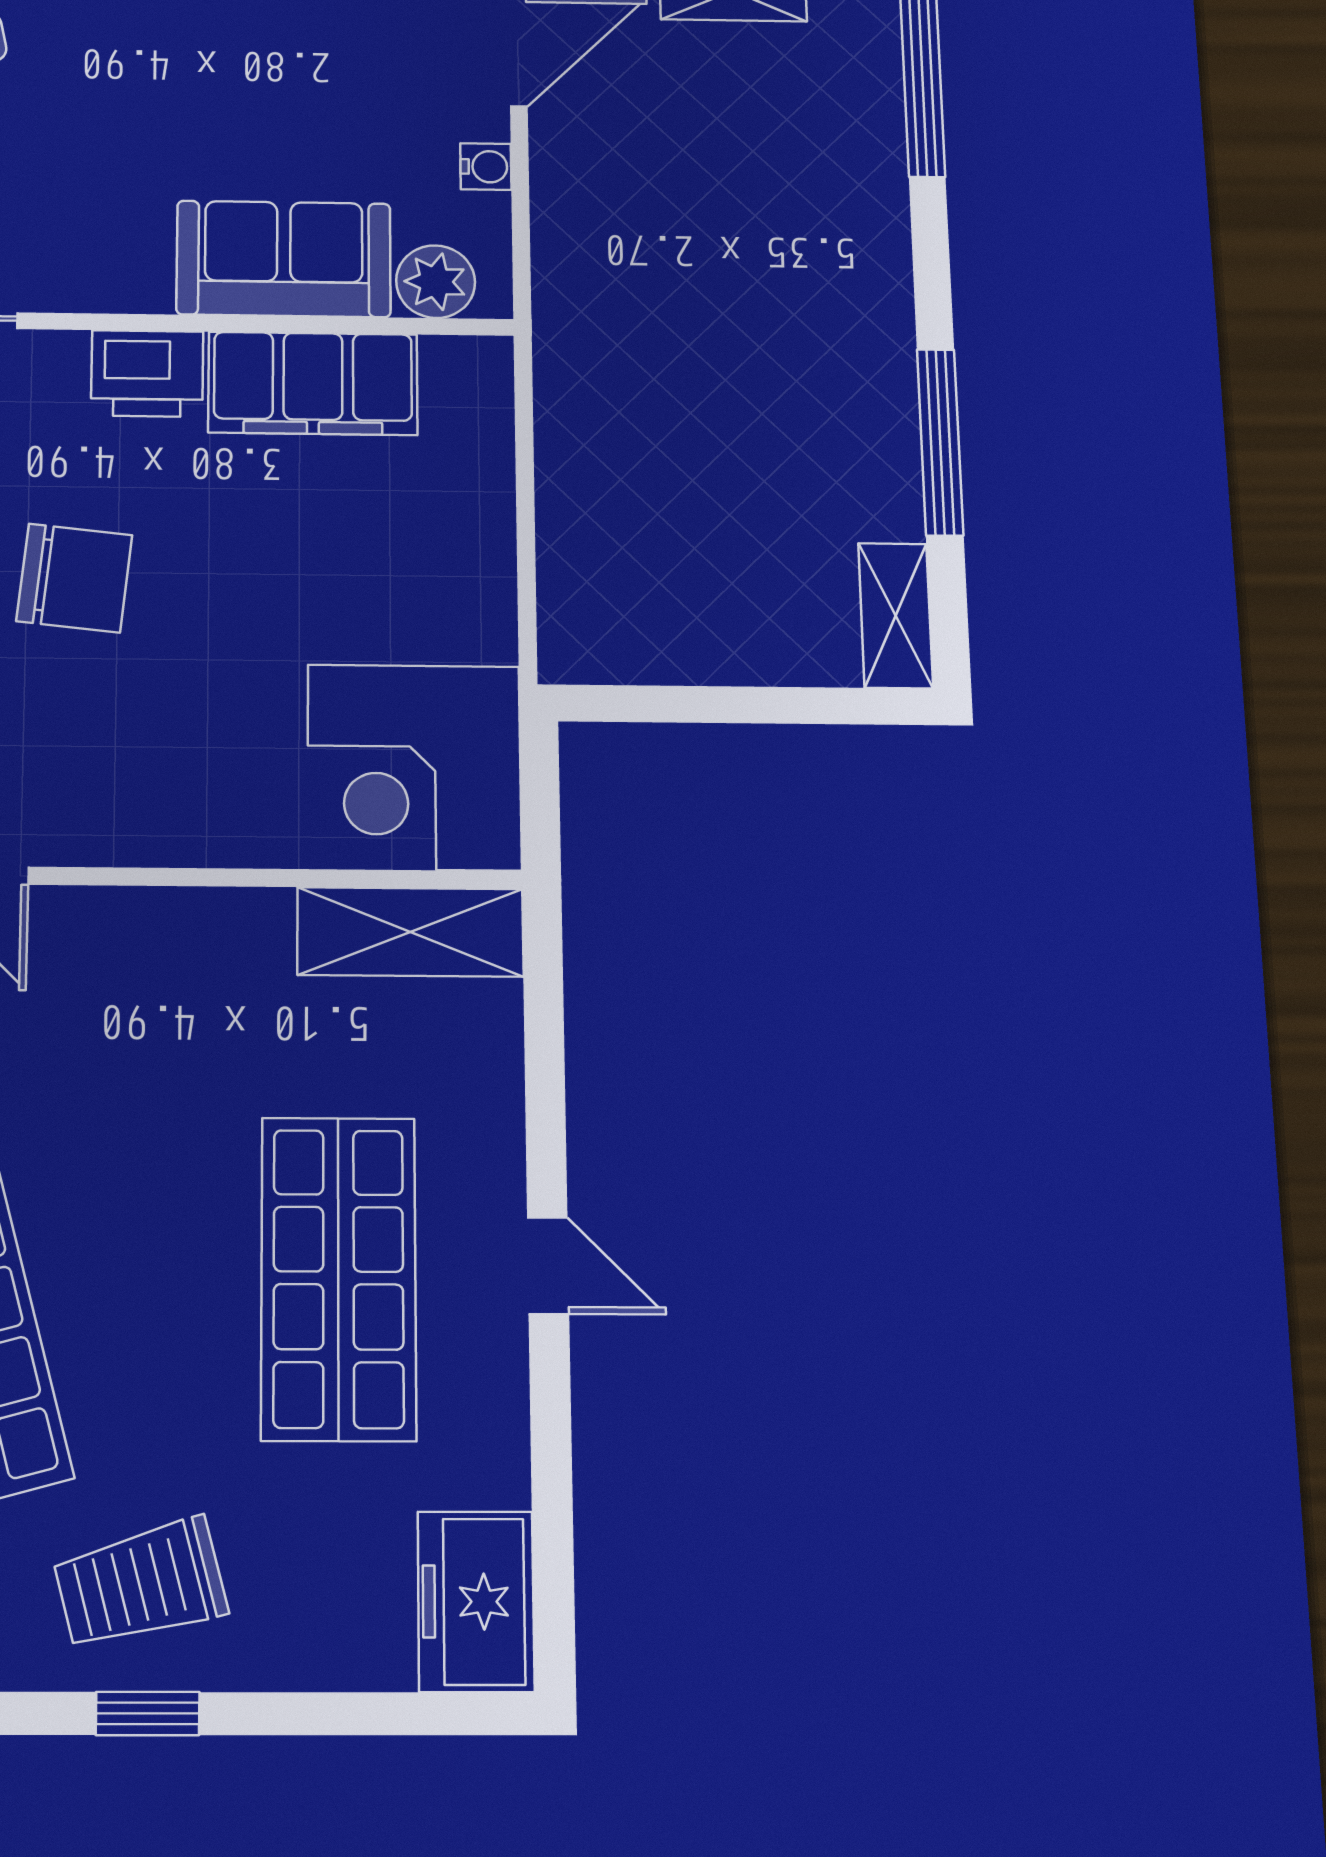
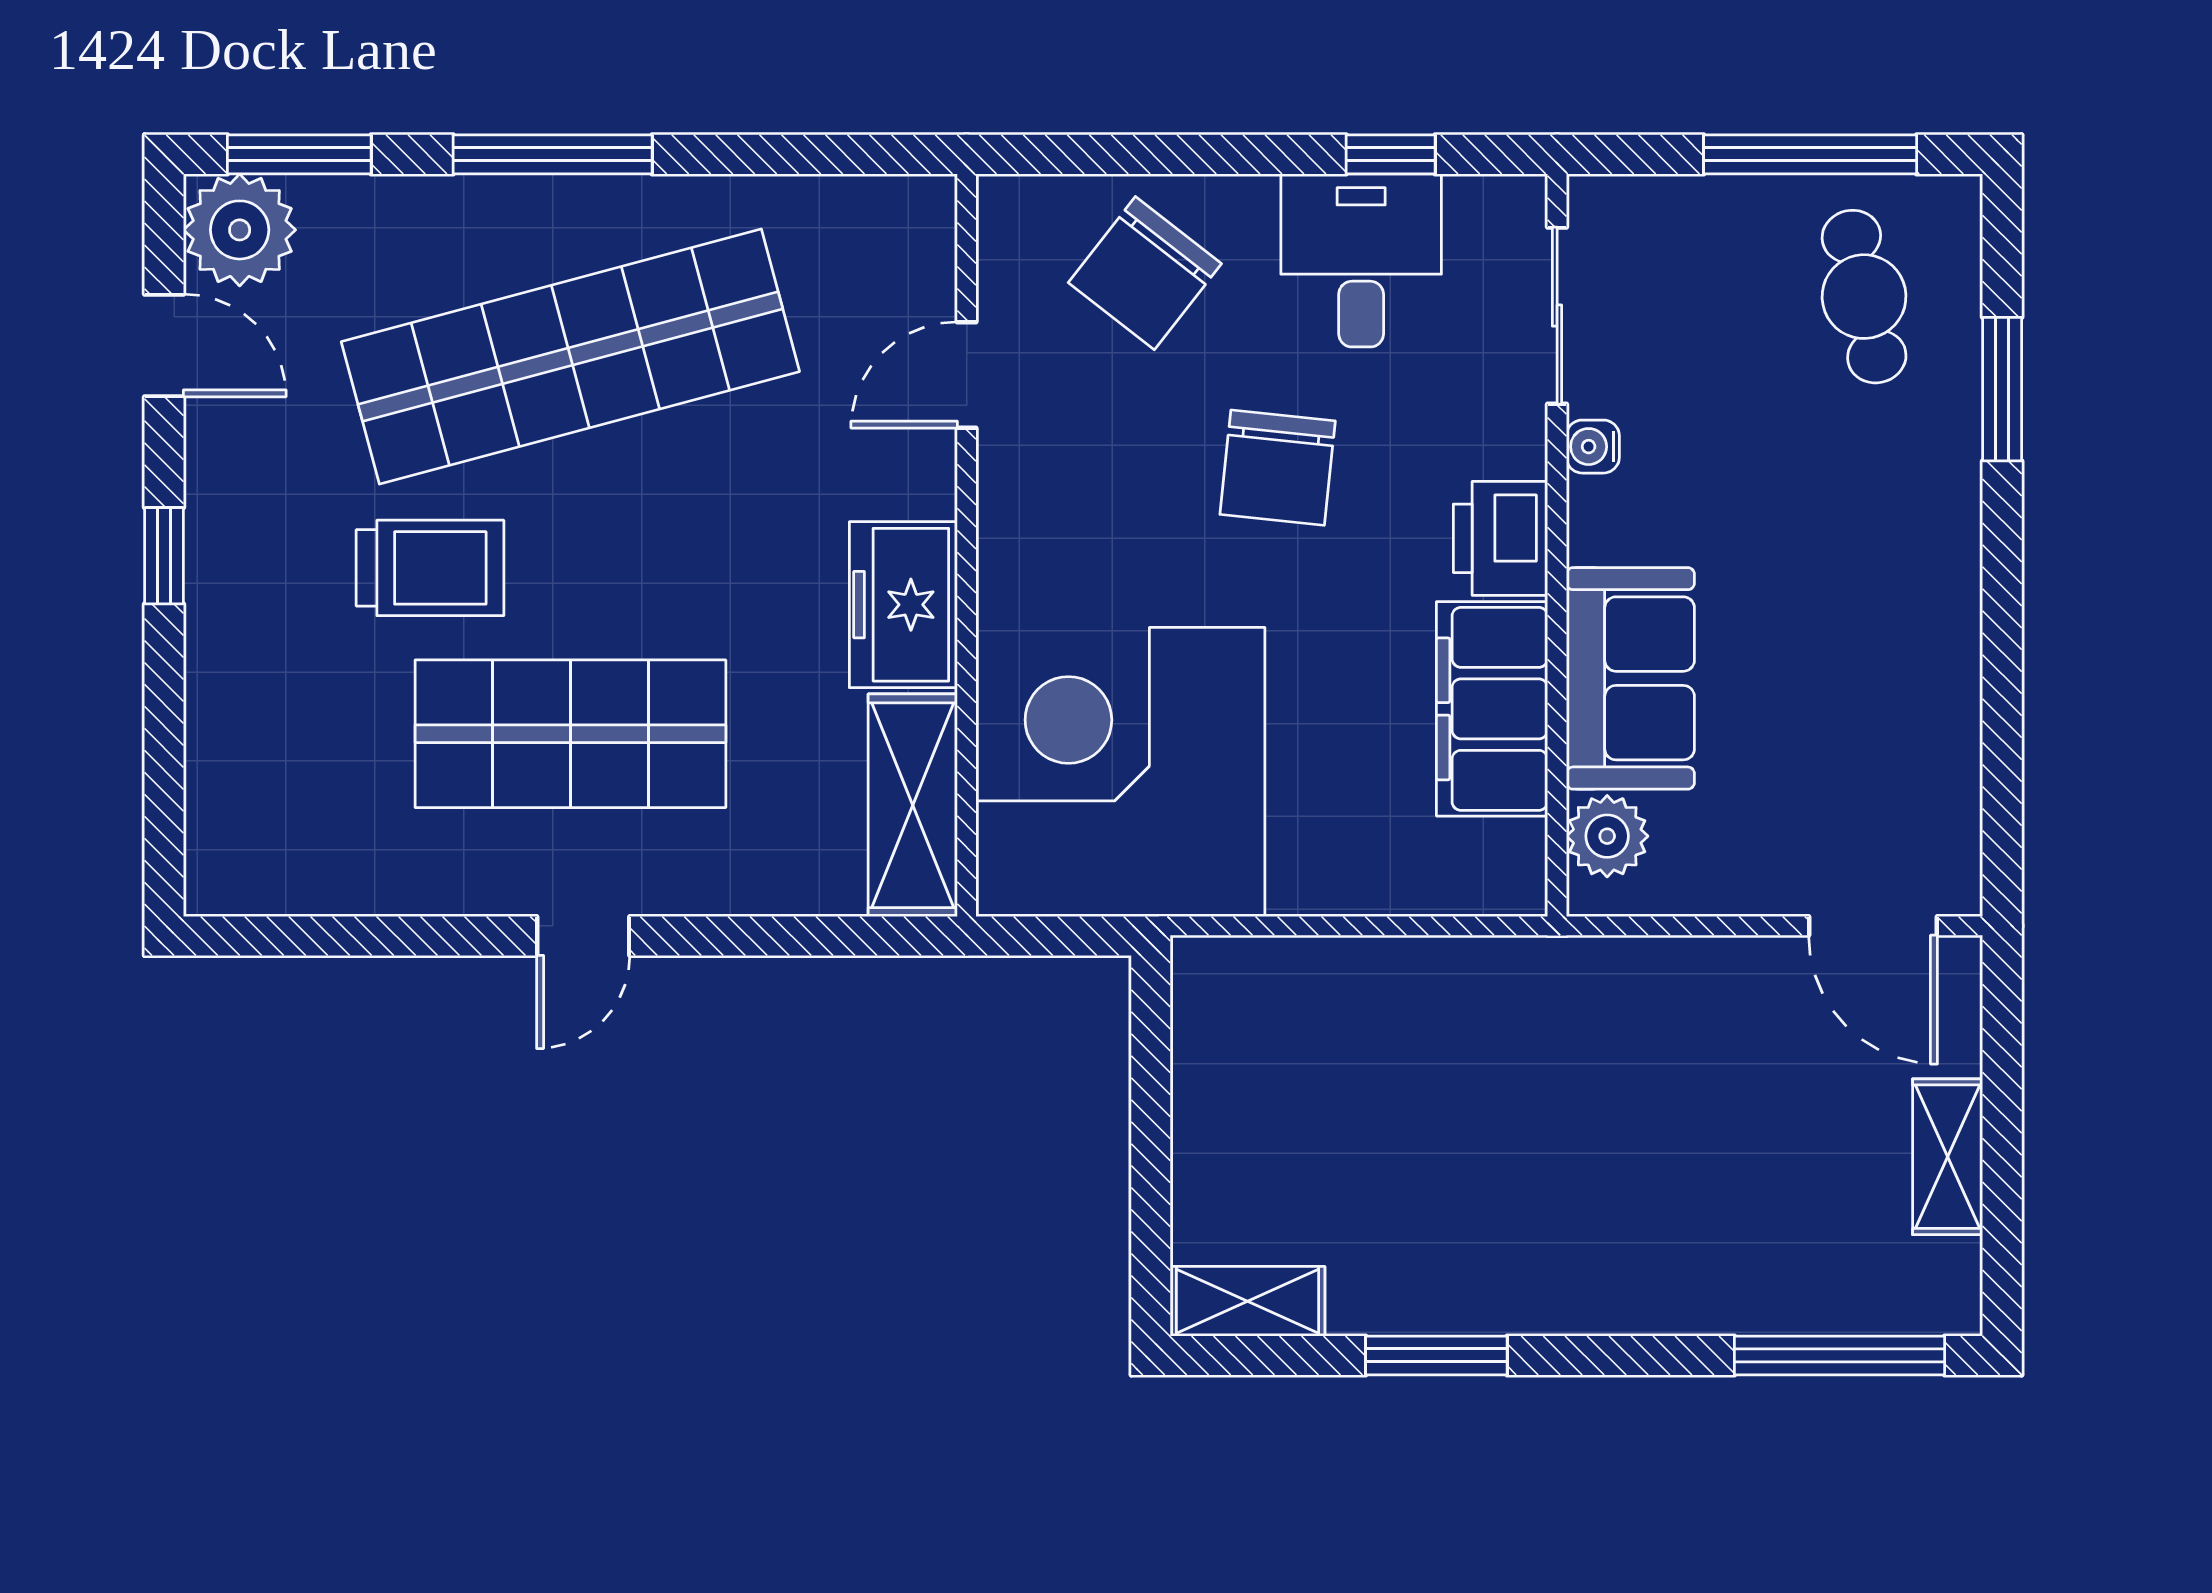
water cooler: (486, 167) -> (1593, 447), moved, turned 90
window: (940, 442) -> (1436, 1355), width x0.69
corner desk: (414, 767) -> (1120, 772), width x1.36, depth x1.36
trolley: (140, 1584) -> (430, 568), moved, turned 105
freezer: (476, 1602) -> (903, 605), moved, turned -90

